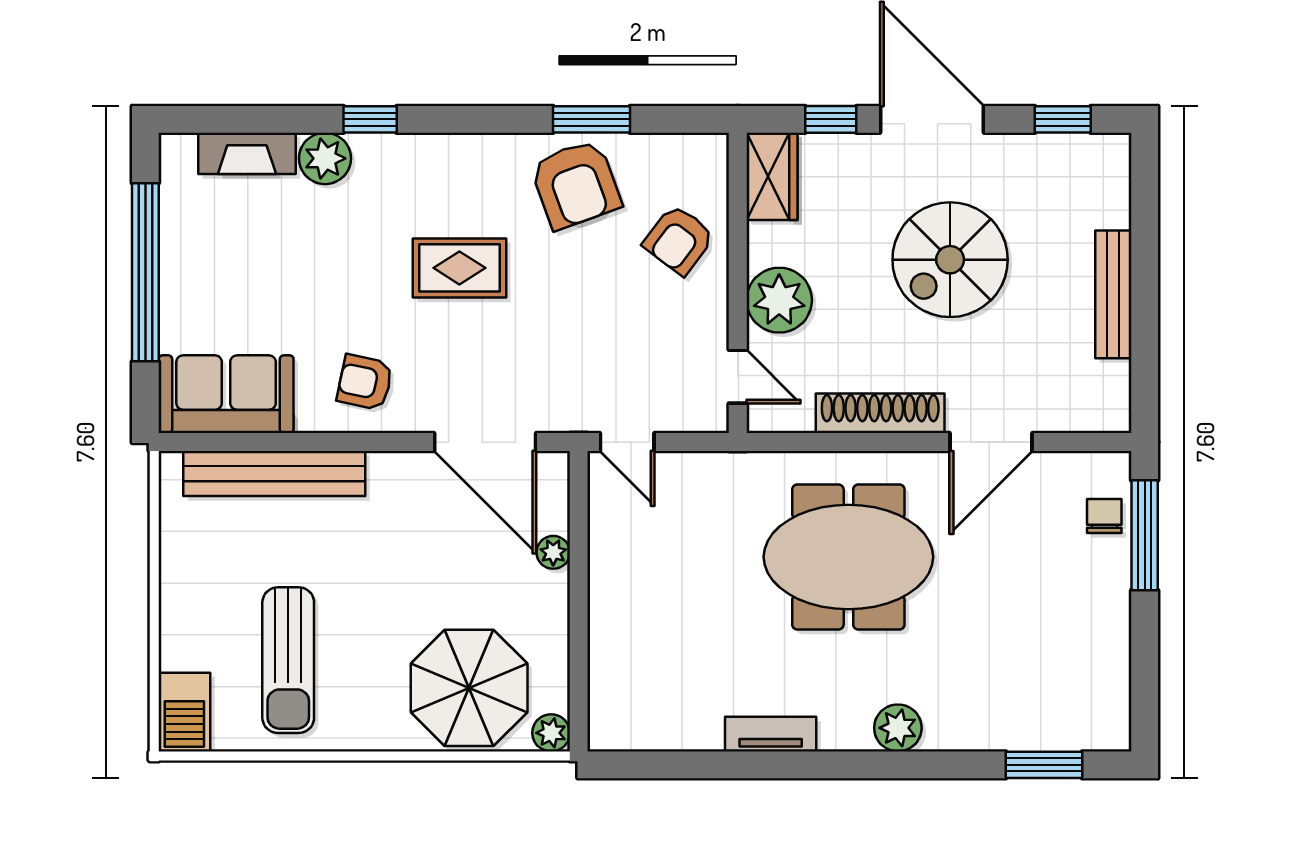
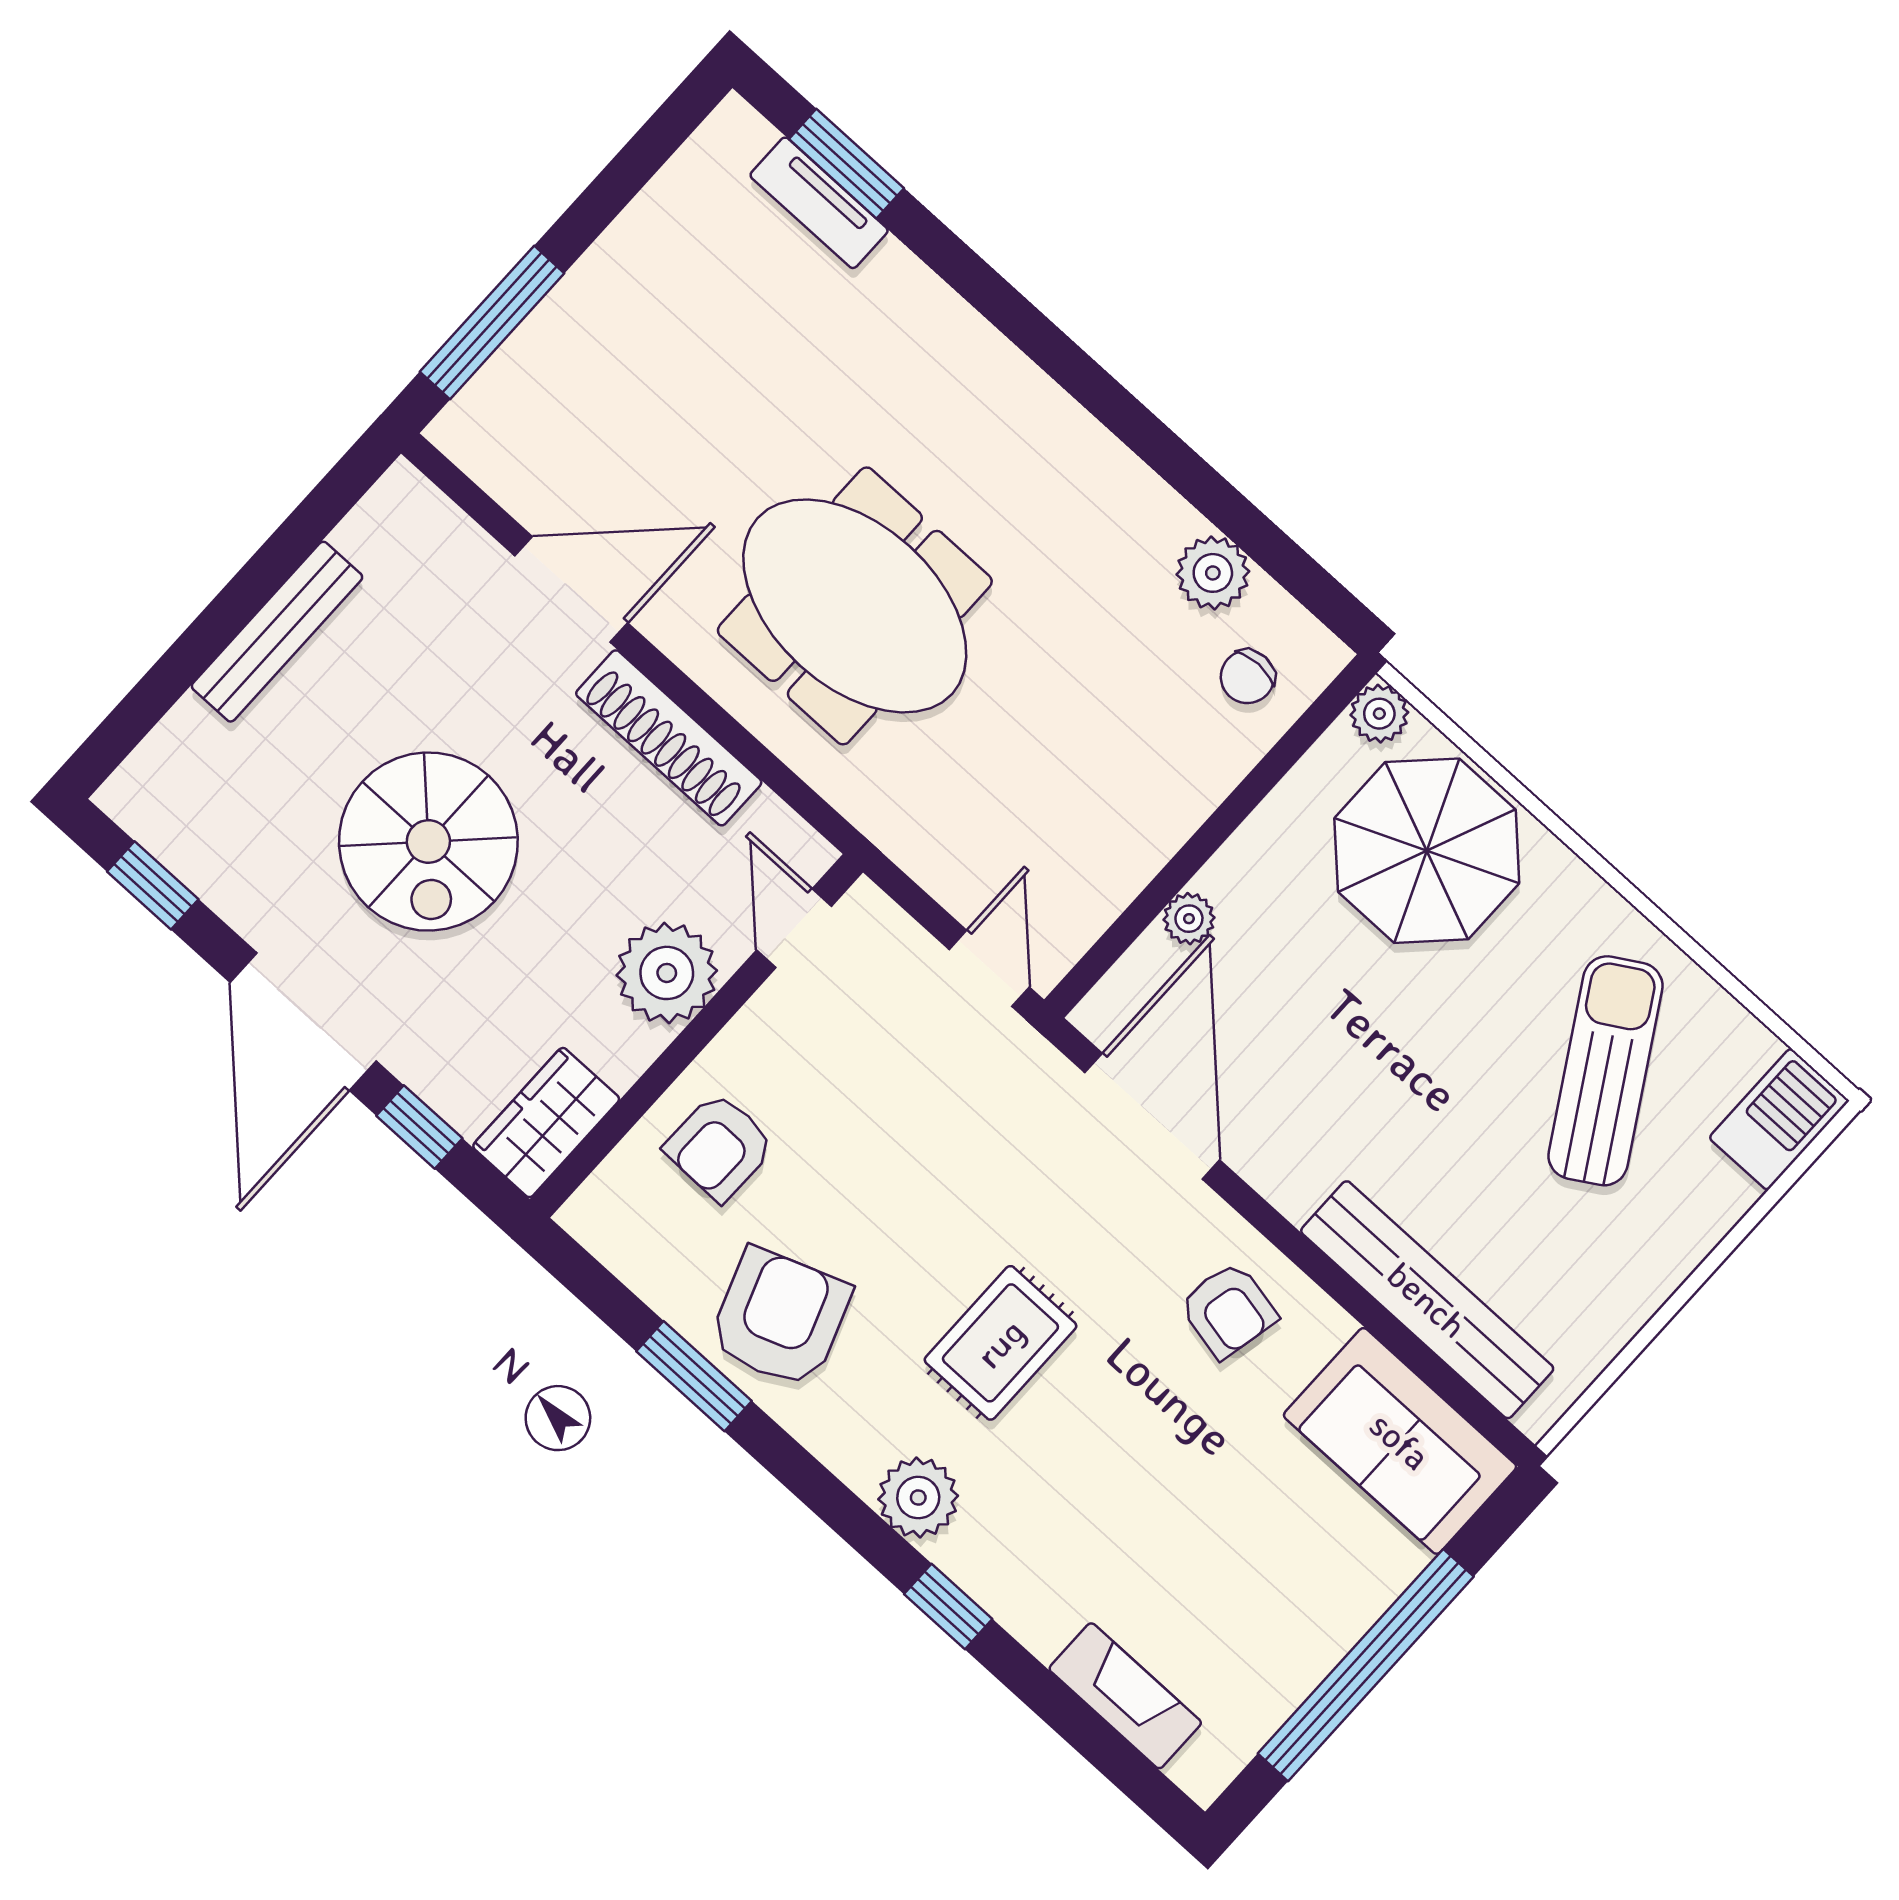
plant: (325, 158) -> (918, 1498), moved
armchair: (679, 240) -> (719, 1147), turned 144
spiral stairs: (950, 260) -> (428, 842), turned 90
rug: (459, 268) -> (1000, 1343), turned 90
chair: (1104, 516) -> (1247, 677), moved
sun lounger: (288, 660) -> (1605, 1071), turned -31
plant: (898, 728) -> (1213, 573), moved
tv unit: (771, 734) -> (819, 203), moved

